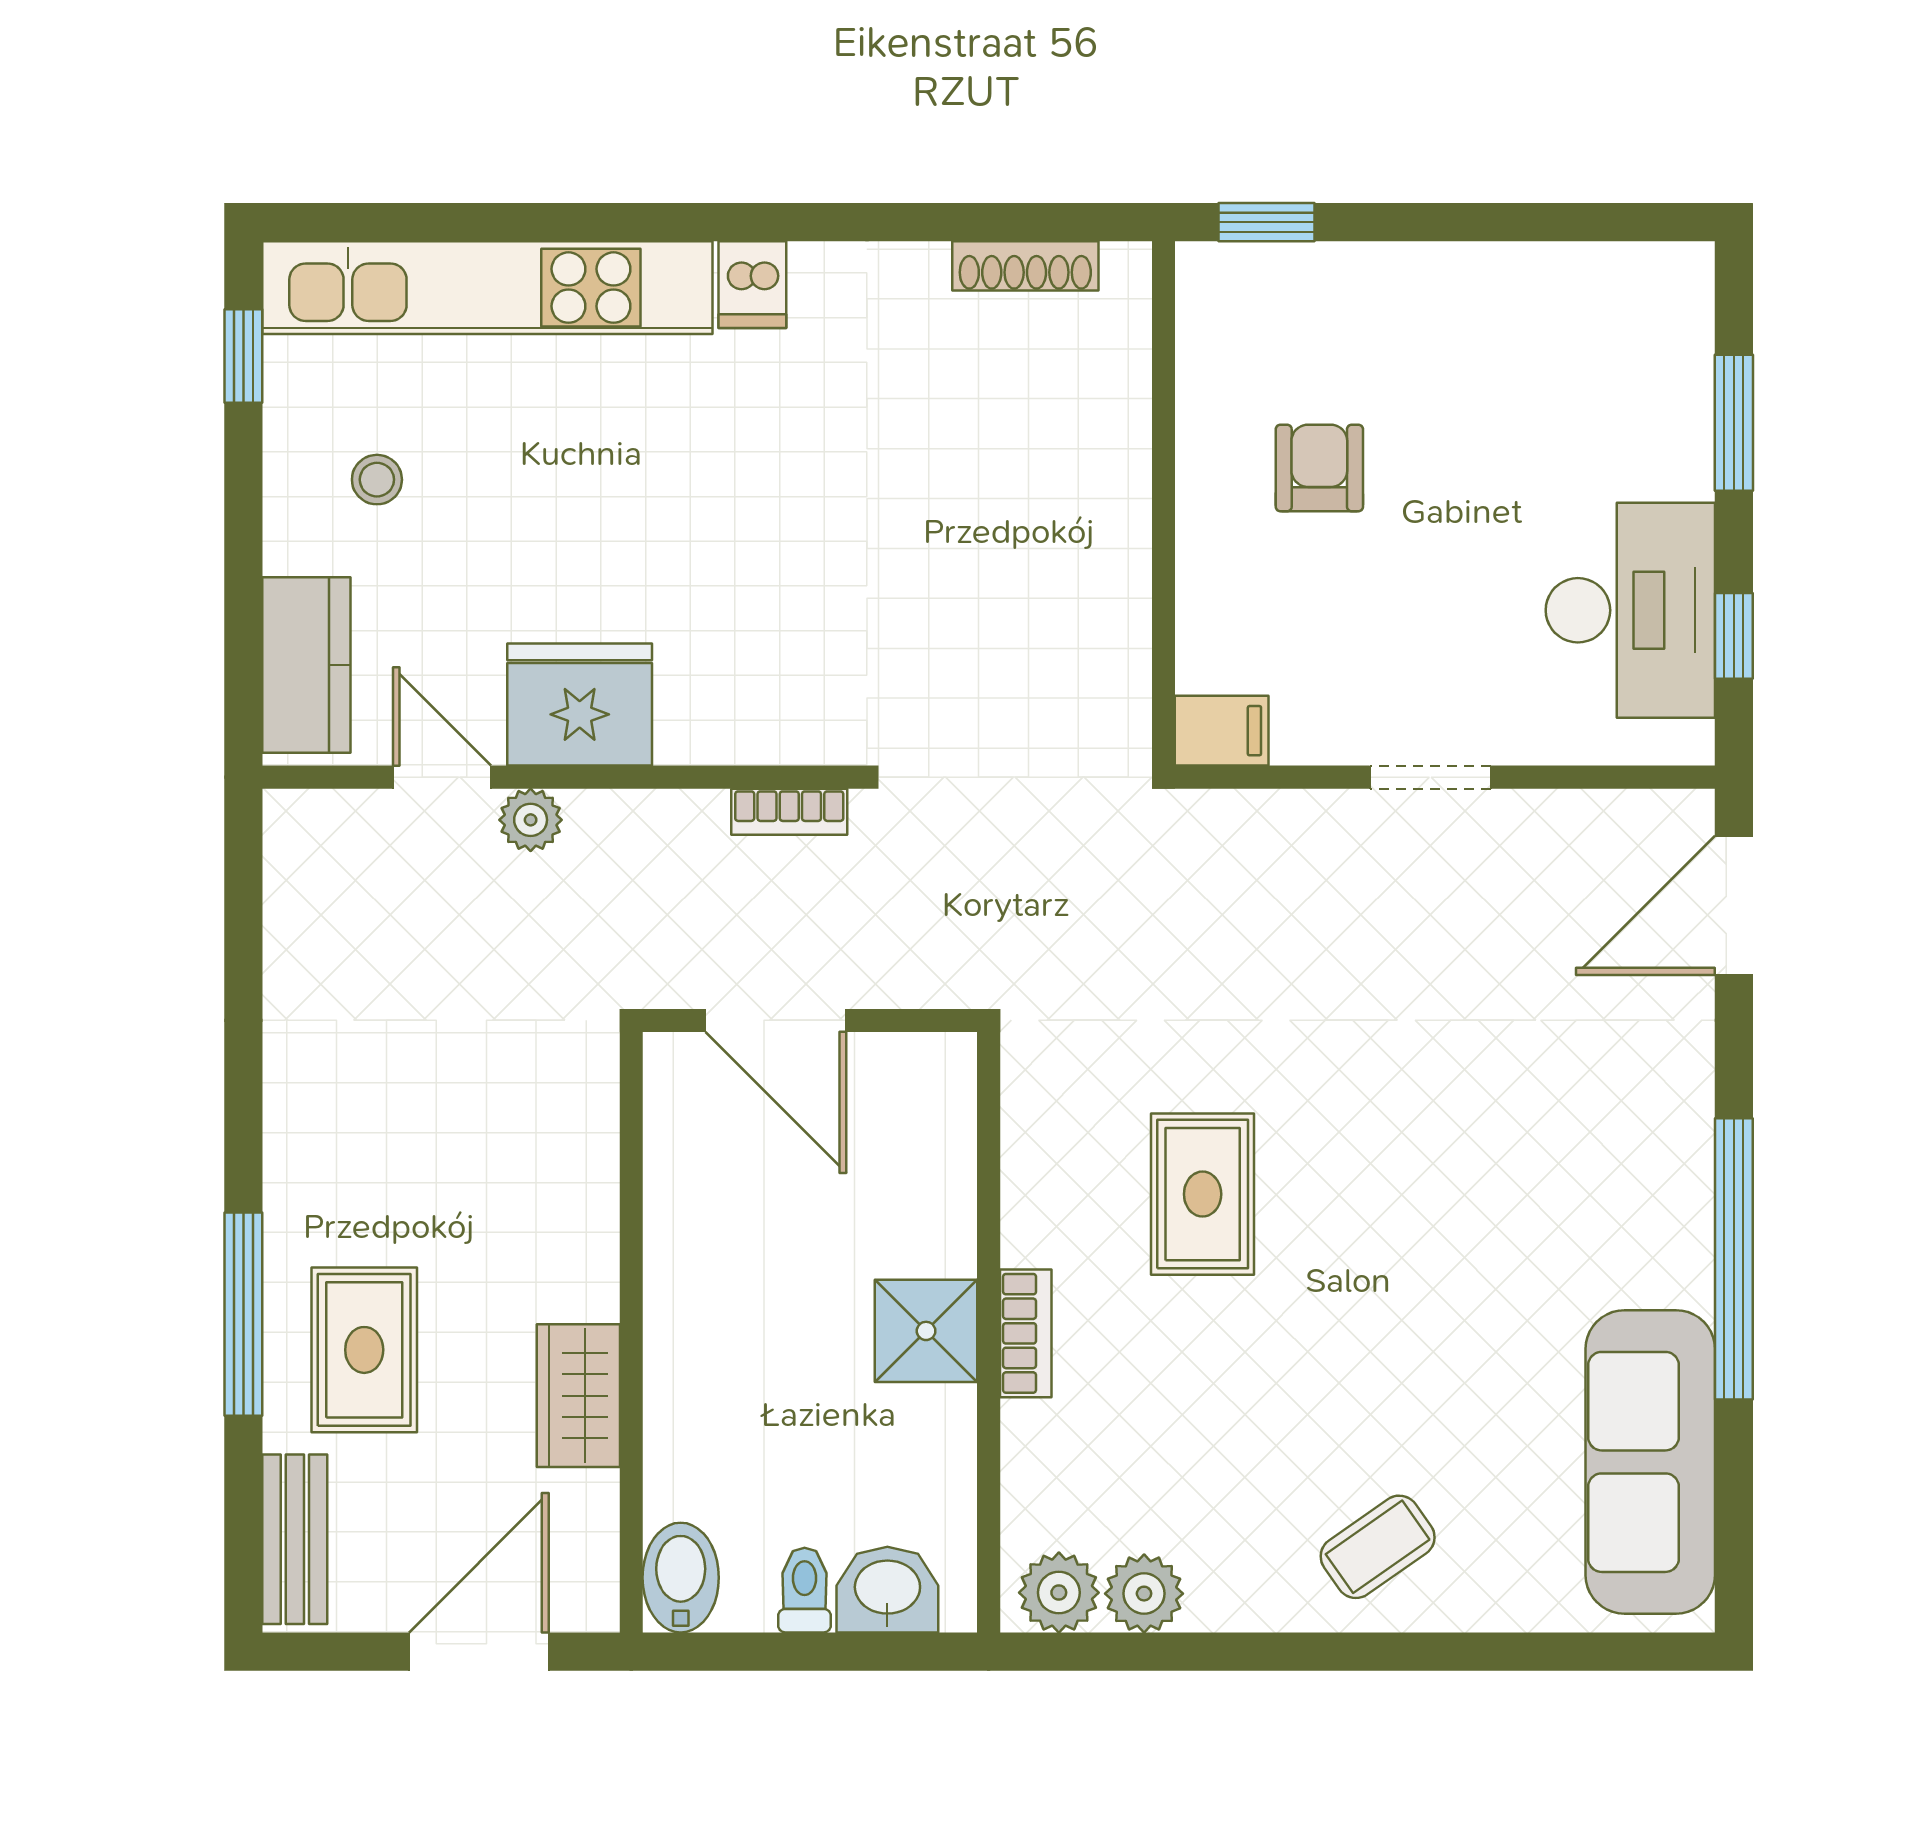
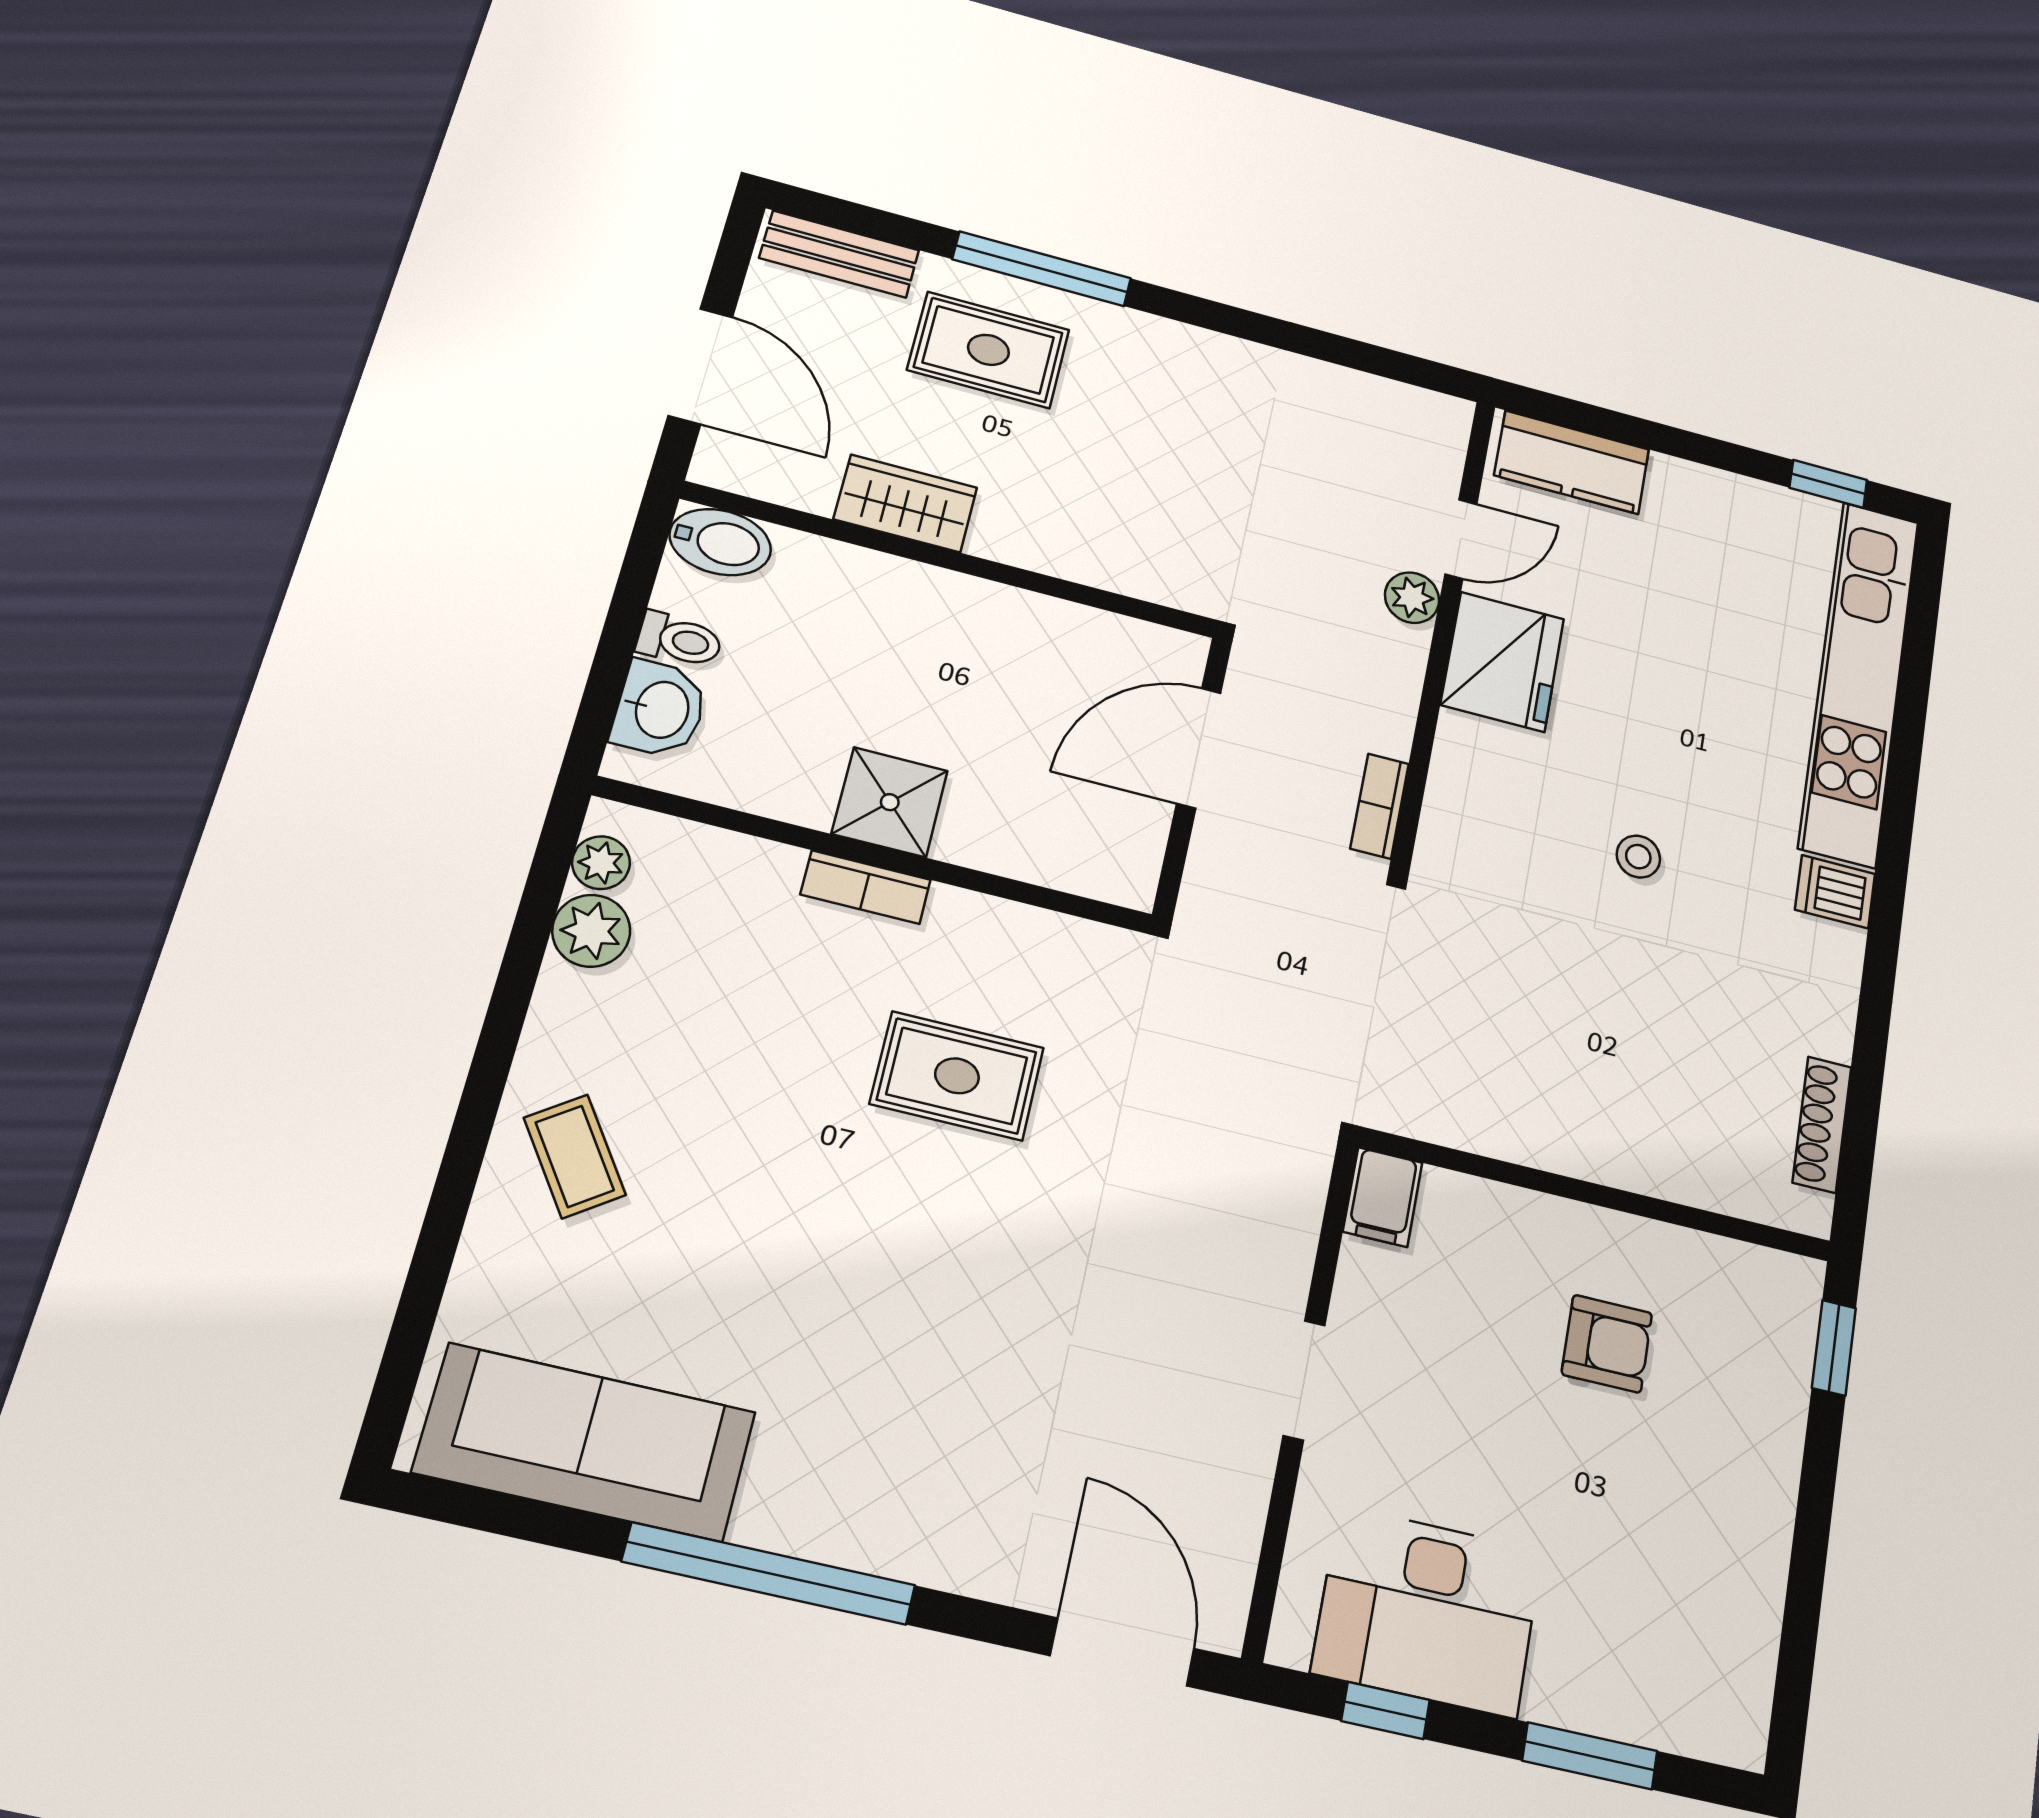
stool: (377, 480) -> (1638, 857), moved
plant: (1059, 1593) -> (601, 863), width x0.73, depth x0.73

